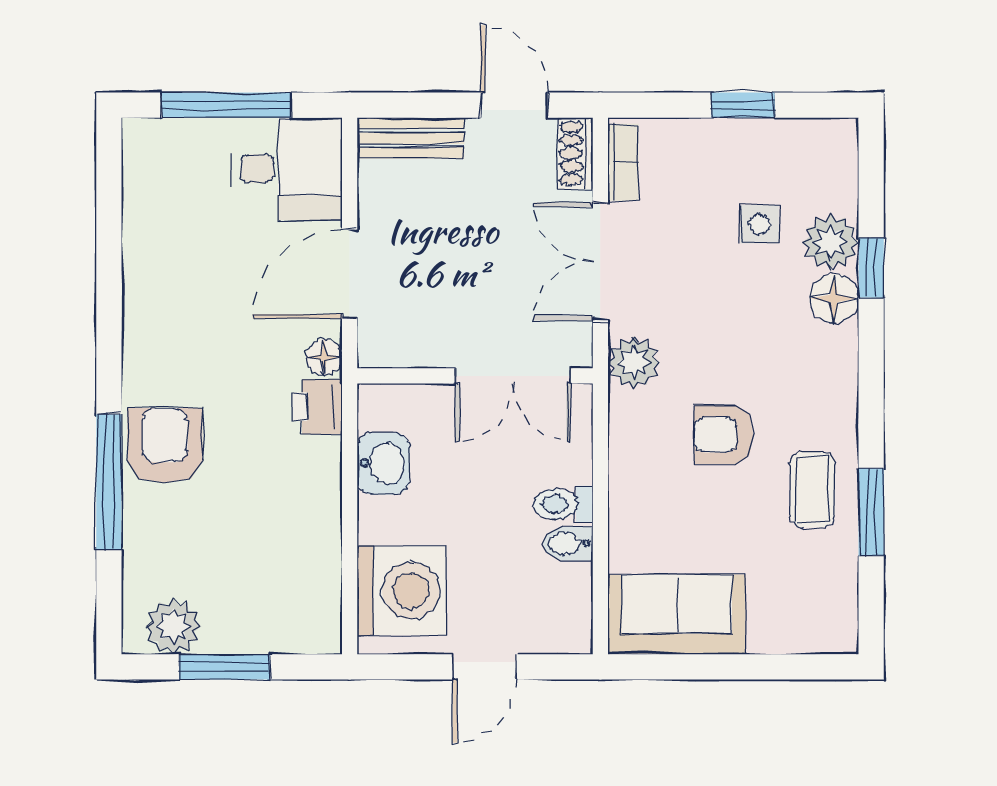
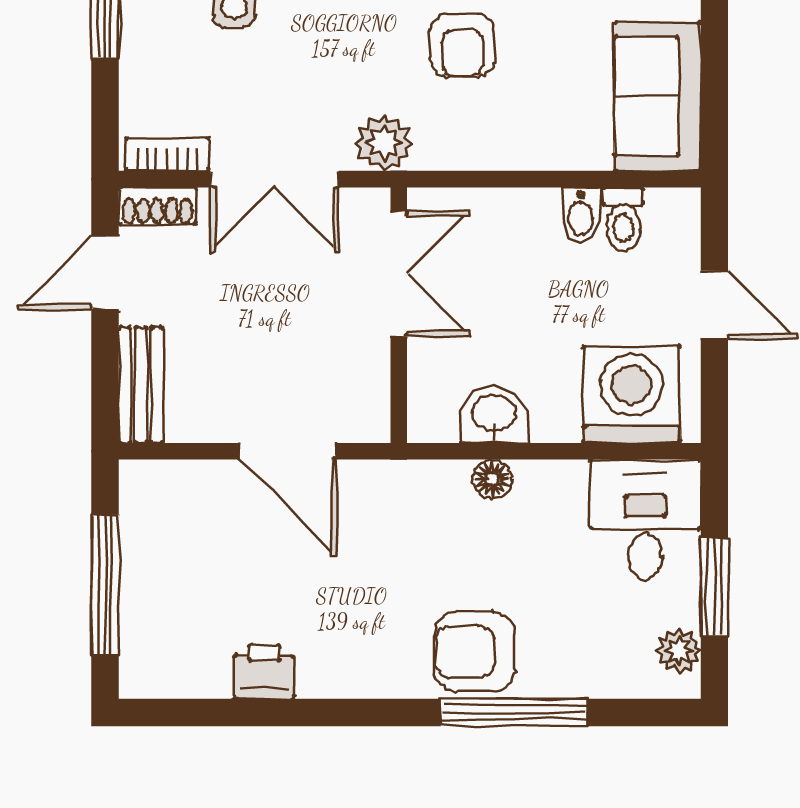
desk: (287, 169) -> (645, 519), moved
floor lamp: (324, 357) -> (492, 479), moved
printer: (317, 407) -> (264, 672), moved, turned 180
toilet: (563, 504) -> (623, 220), moved
plant: (173, 626) -> (679, 651), width x0.73, depth x0.73

